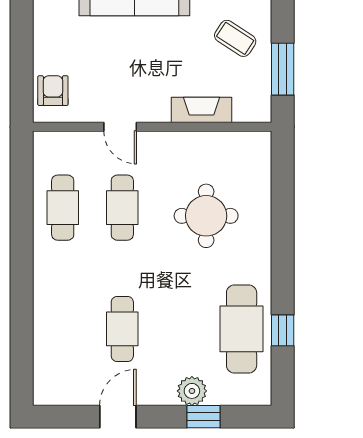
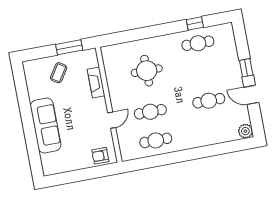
cafe table: (242, 329) -> (198, 43), width x0.73, depth x0.74
plant: (192, 391) -> (245, 131), moved
window: (203, 417) -> (246, 68), moved

